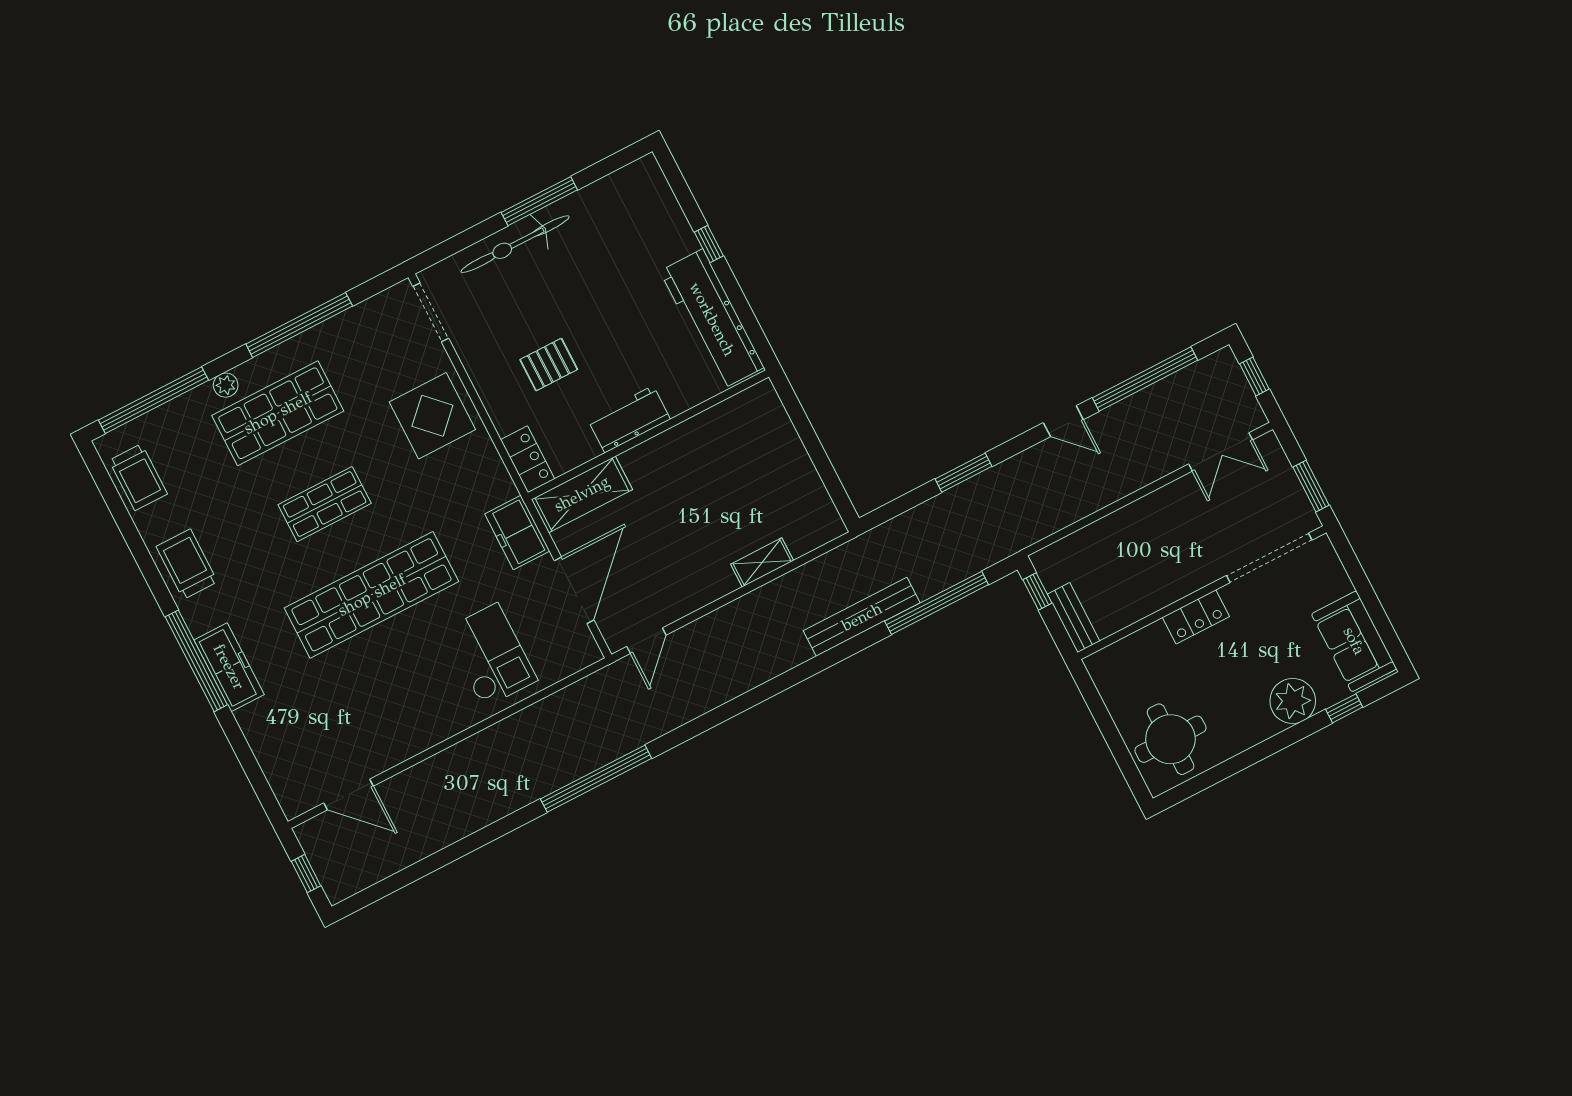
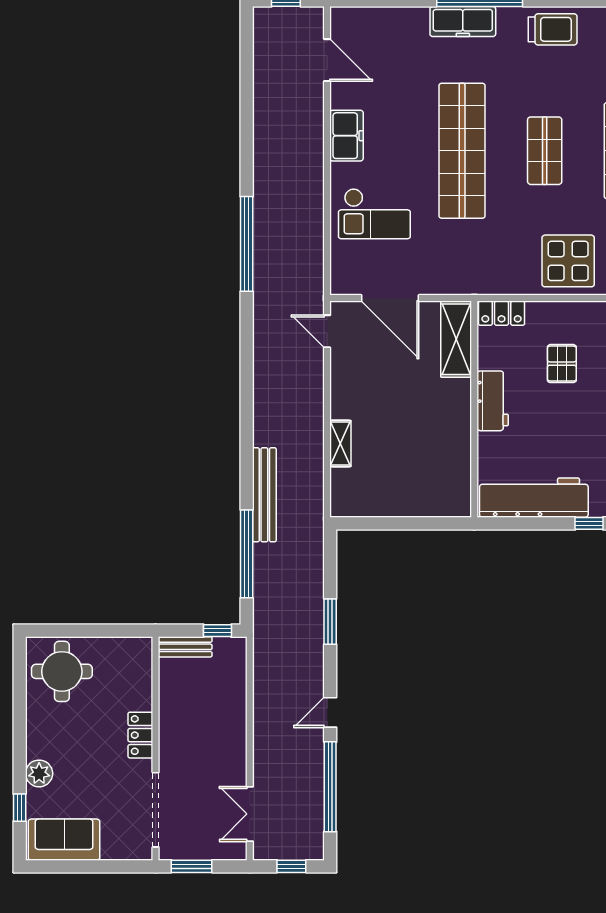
freezer: (517, 533) -> (346, 136), moved, turned 90
plant: (1293, 701) -> (39, 773), width x0.73, depth x0.73
door: (348, 795) -> (327, 60), swing flipped

